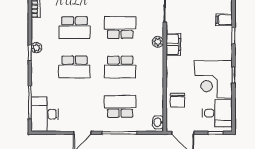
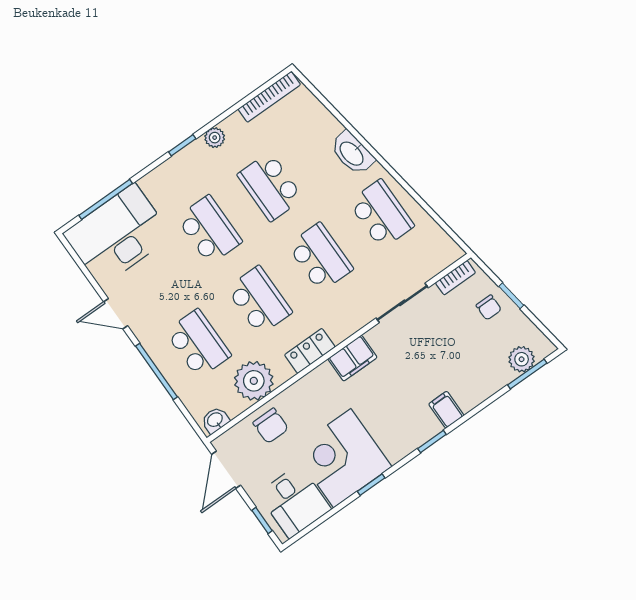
plant: (158, 42) -> (254, 381), moved, width x1.87, depth x1.87
plant: (36, 48) -> (215, 138), moved
locker: (157, 61) -> (310, 351), added
school desk: (74, 67) -> (209, 230), turned 180
school desk: (120, 67) -> (259, 300), turned 180
chair: (178, 100) -> (271, 426), turned -90
desk: (45, 114) -> (118, 235), width x1.36, depth x1.30

